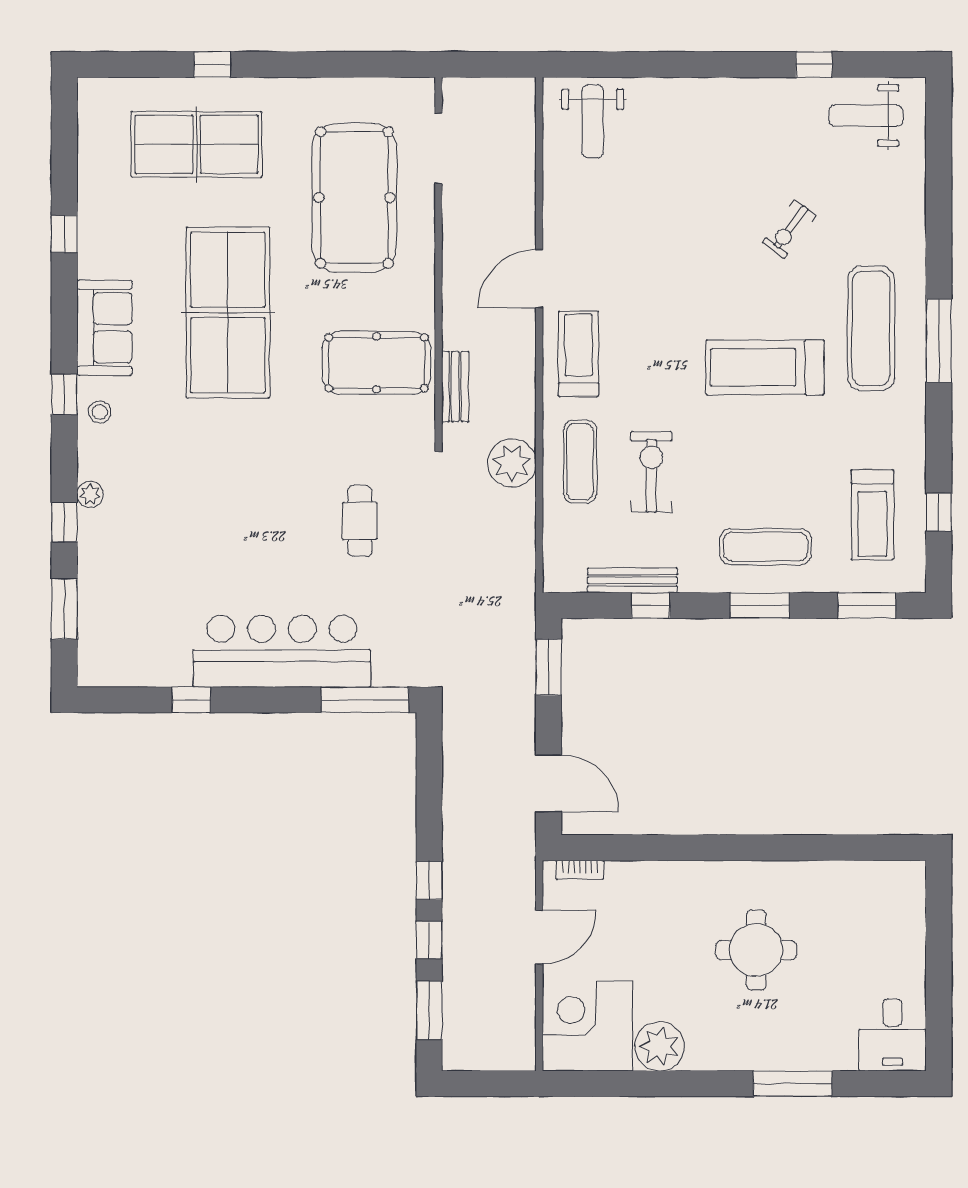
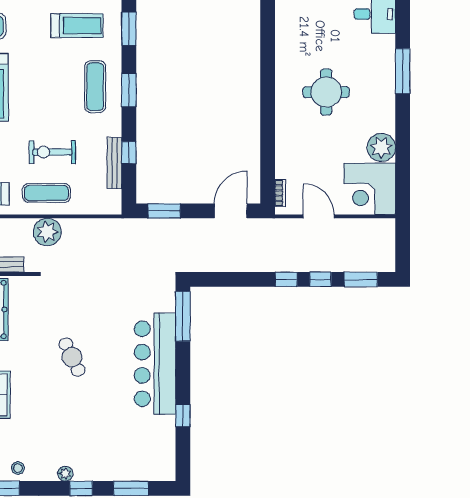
cafe table: (360, 521) -> (72, 357), moved, turned 65

